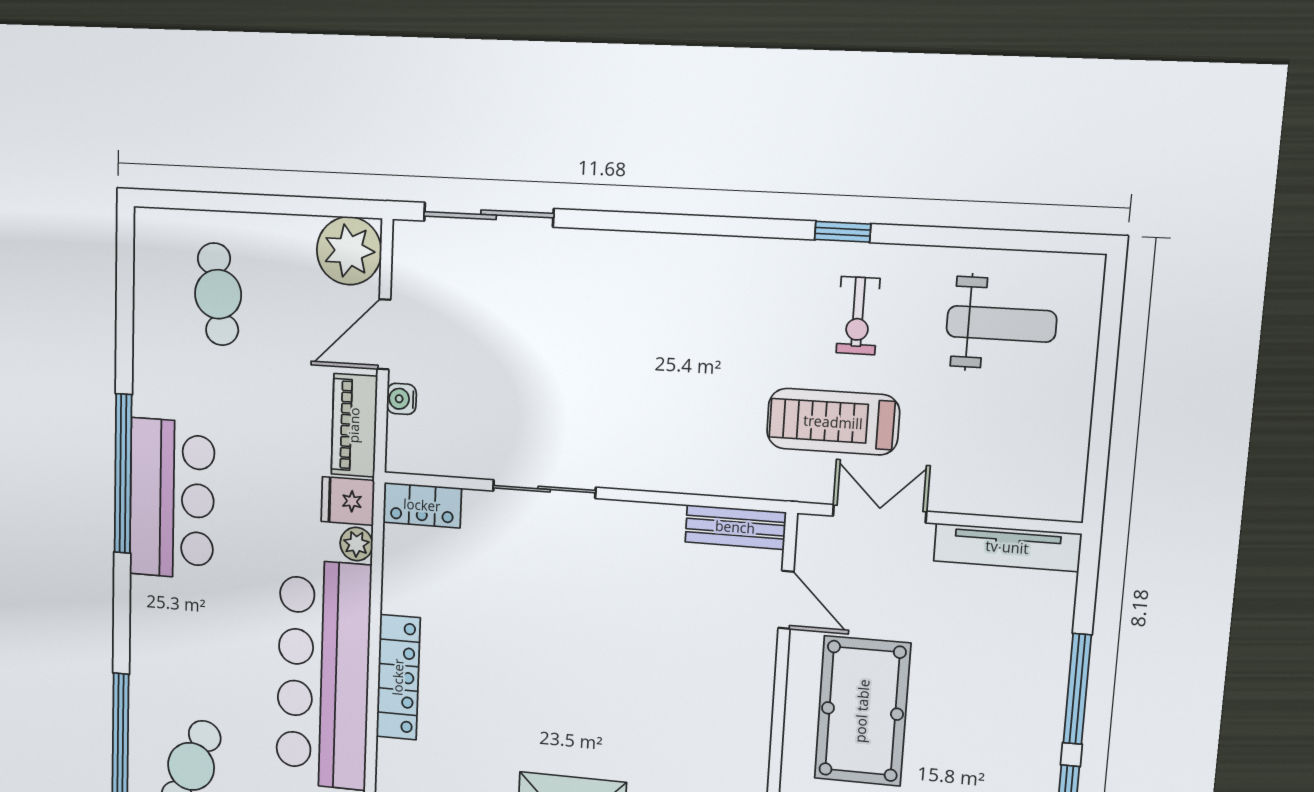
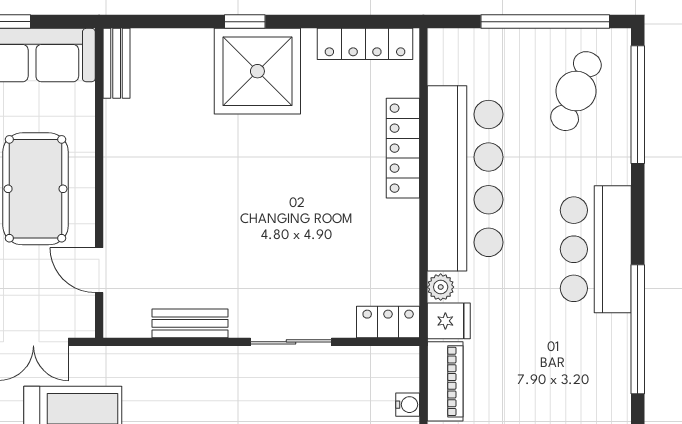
bar counter: (172, 499) -> (596, 249), moved
bench: (735, 527) -> (190, 323), moved
locker: (398, 677) -> (403, 148), moved

